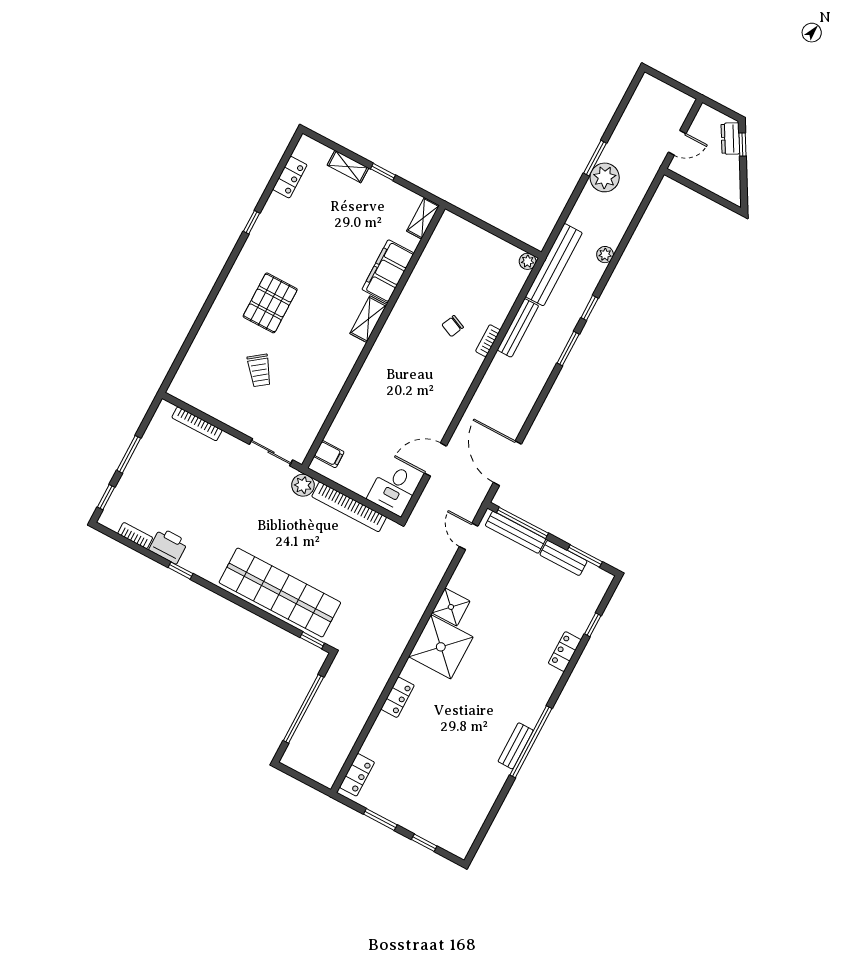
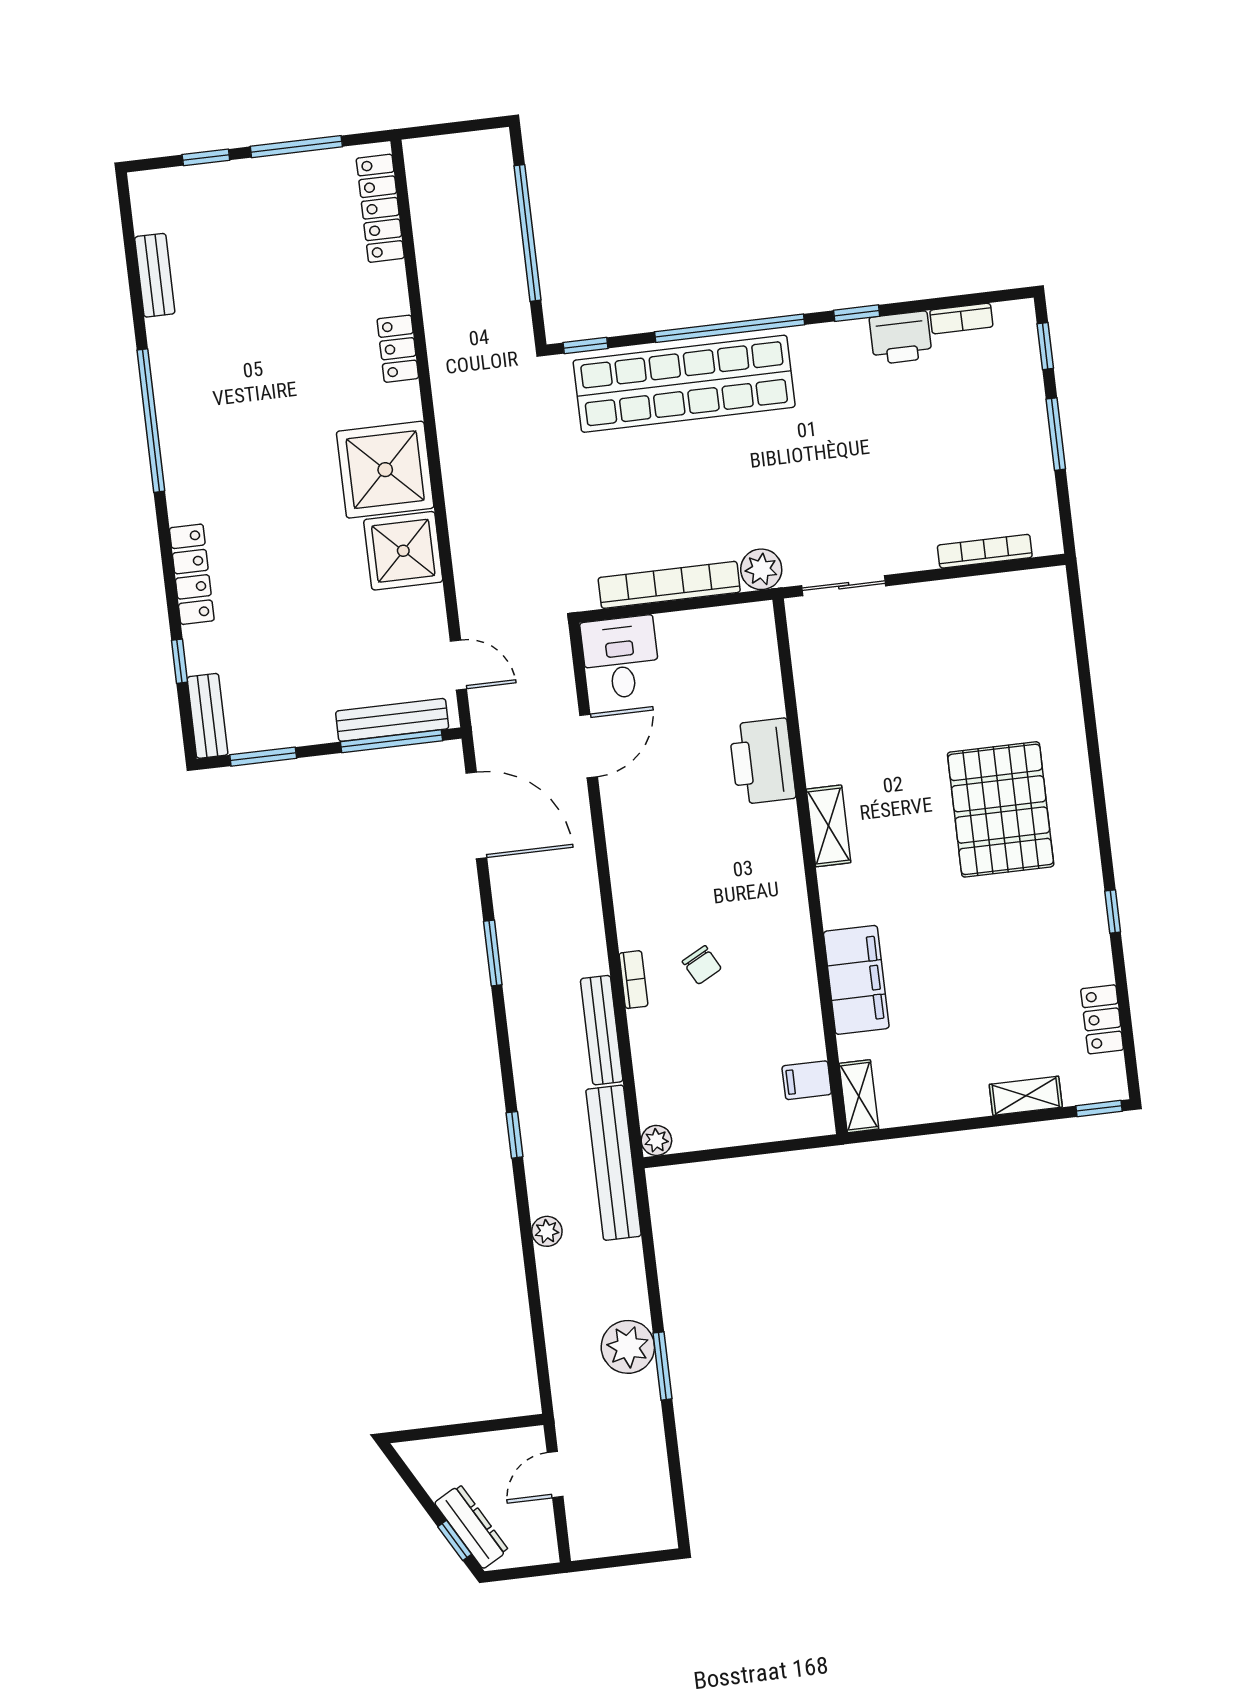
dresser: (730, 139) -> (472, 1527), width x1.44
window: (383, 172) -> (1099, 1109), moved
pallet: (270, 303) -> (1001, 809), width x1.37, depth x1.41
shelving: (368, 319) -> (829, 826), moved
chair: (453, 326) -> (702, 965), turned 128
window: (568, 349) -> (493, 953), moved
trolley: (259, 370) -> (947, 697), removed
printer: (362, 399) -> (762, 761), added
filing cabinet: (329, 454) -> (807, 1080), moved
bench: (563, 558) -> (208, 716), moved, turned 90
window: (242, 603) -> (730, 328), added
shower: (451, 607) -> (403, 551), width x1.36, depth x1.36
locker: (565, 652) -> (192, 574), width x1.53
bench: (516, 746) -> (155, 275), moved
locker: (357, 775) -> (380, 208), width x1.53
window: (380, 820) -> (296, 147), width x1.44

